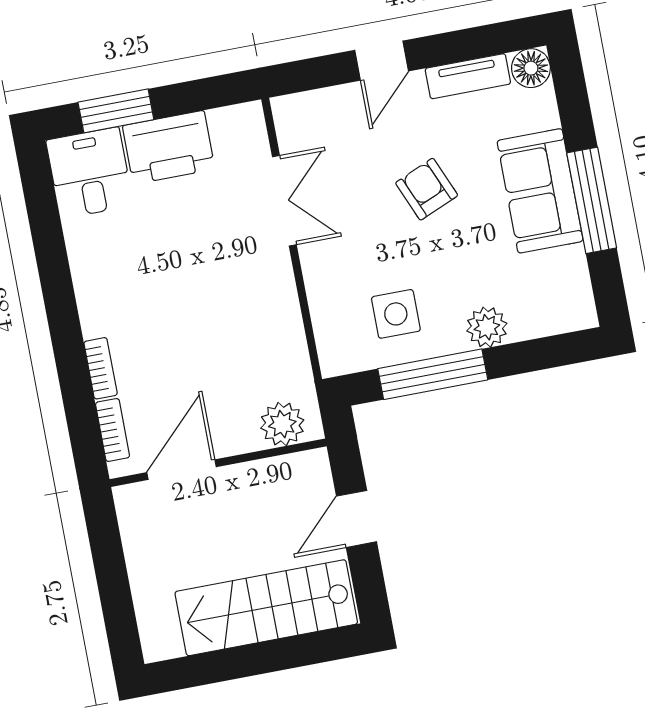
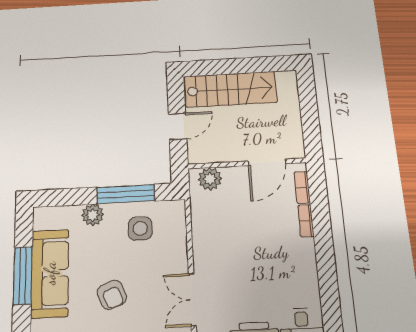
sofa: (540, 191) -> (50, 273), width x1.36

